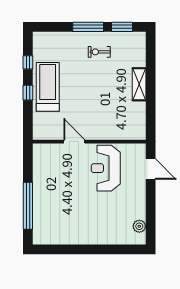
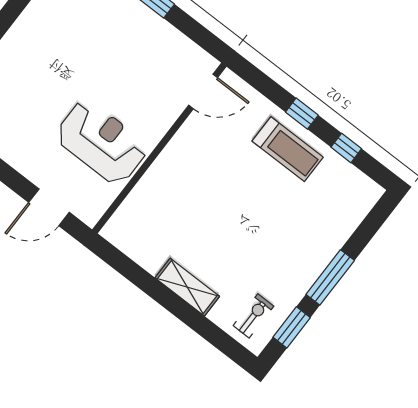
exercise bike: (99, 52) -> (254, 316), moved
treadmill: (48, 87) -> (288, 149), width x0.73, depth x0.73
door: (74, 142) -> (203, 91), moved

